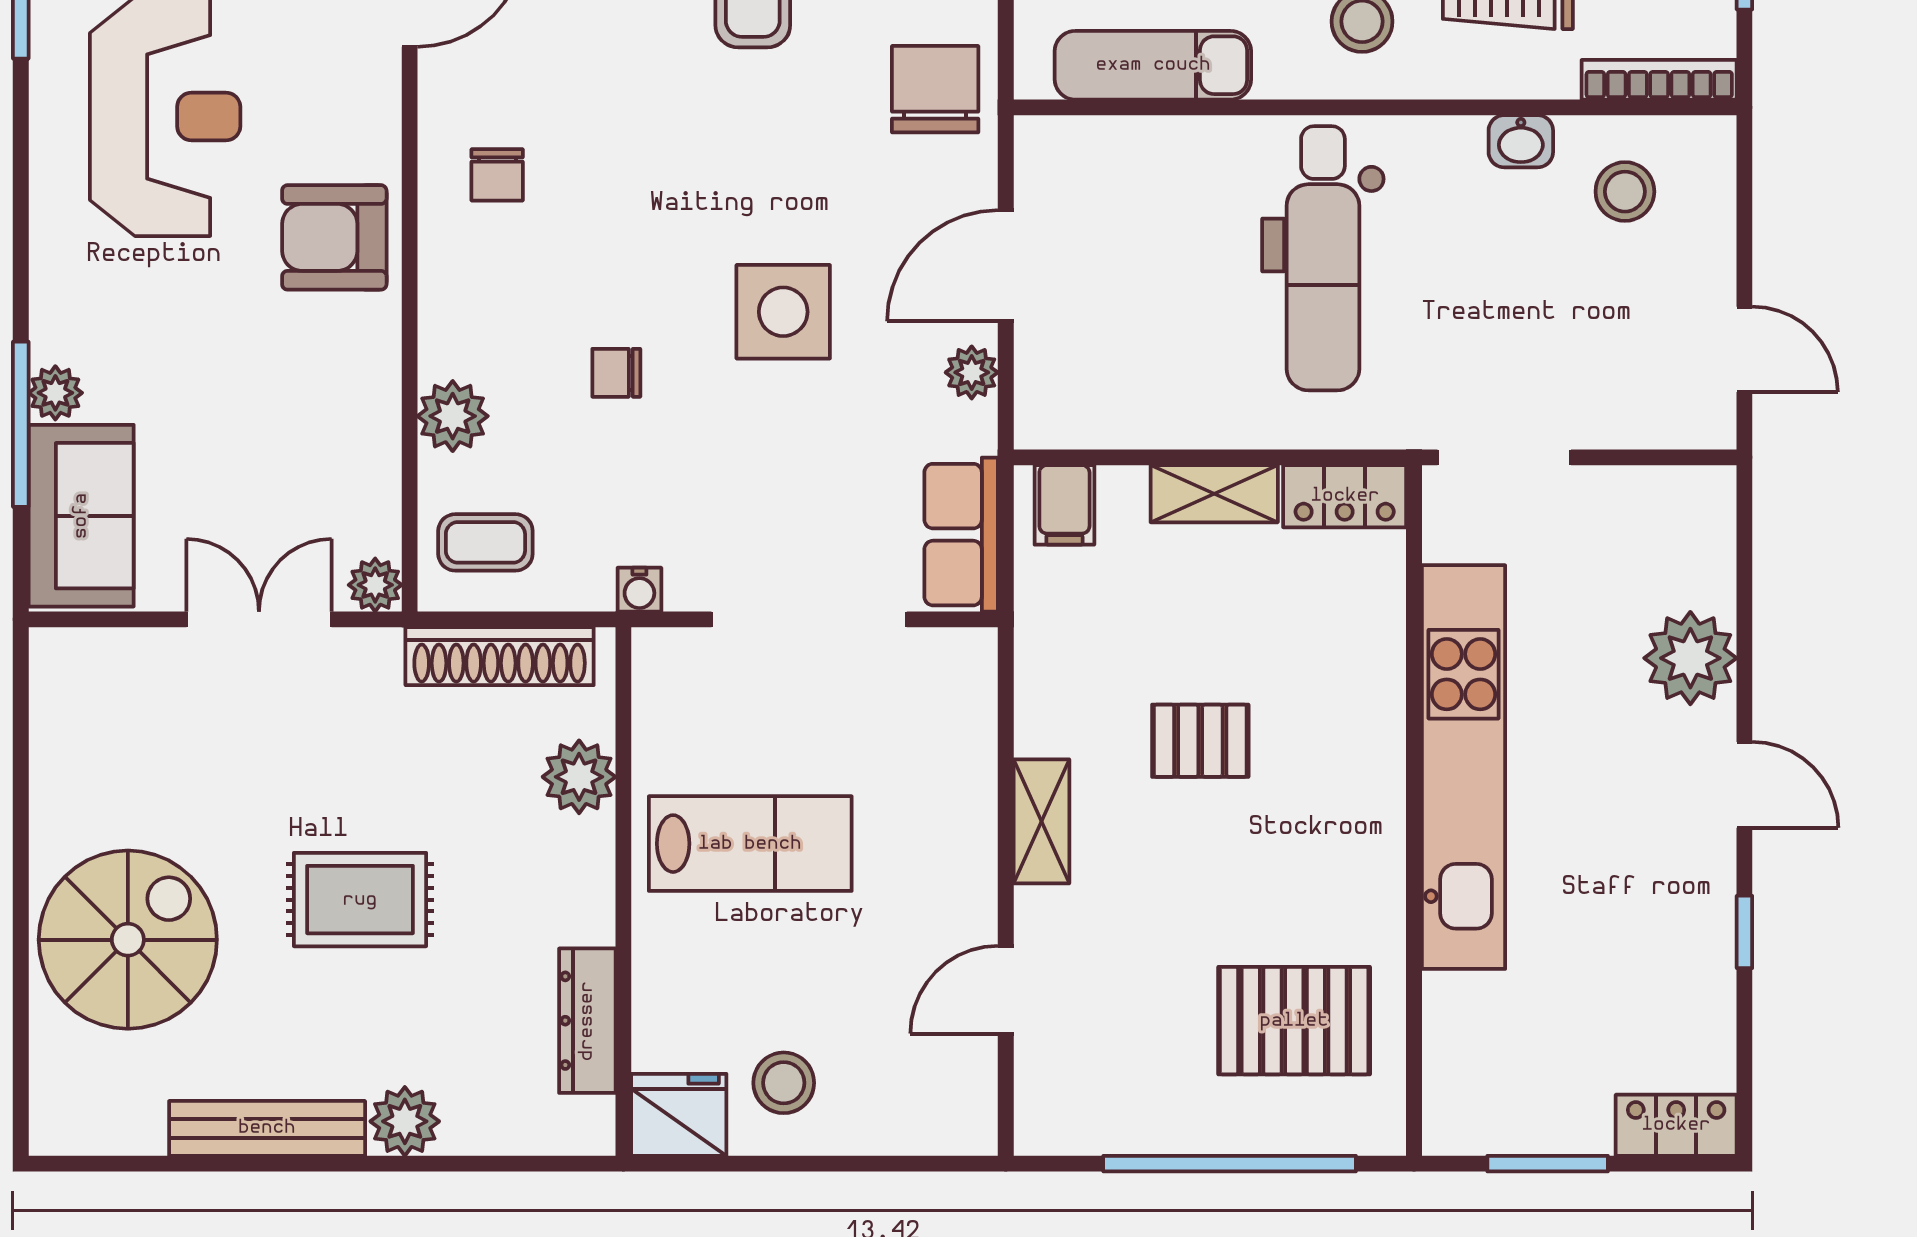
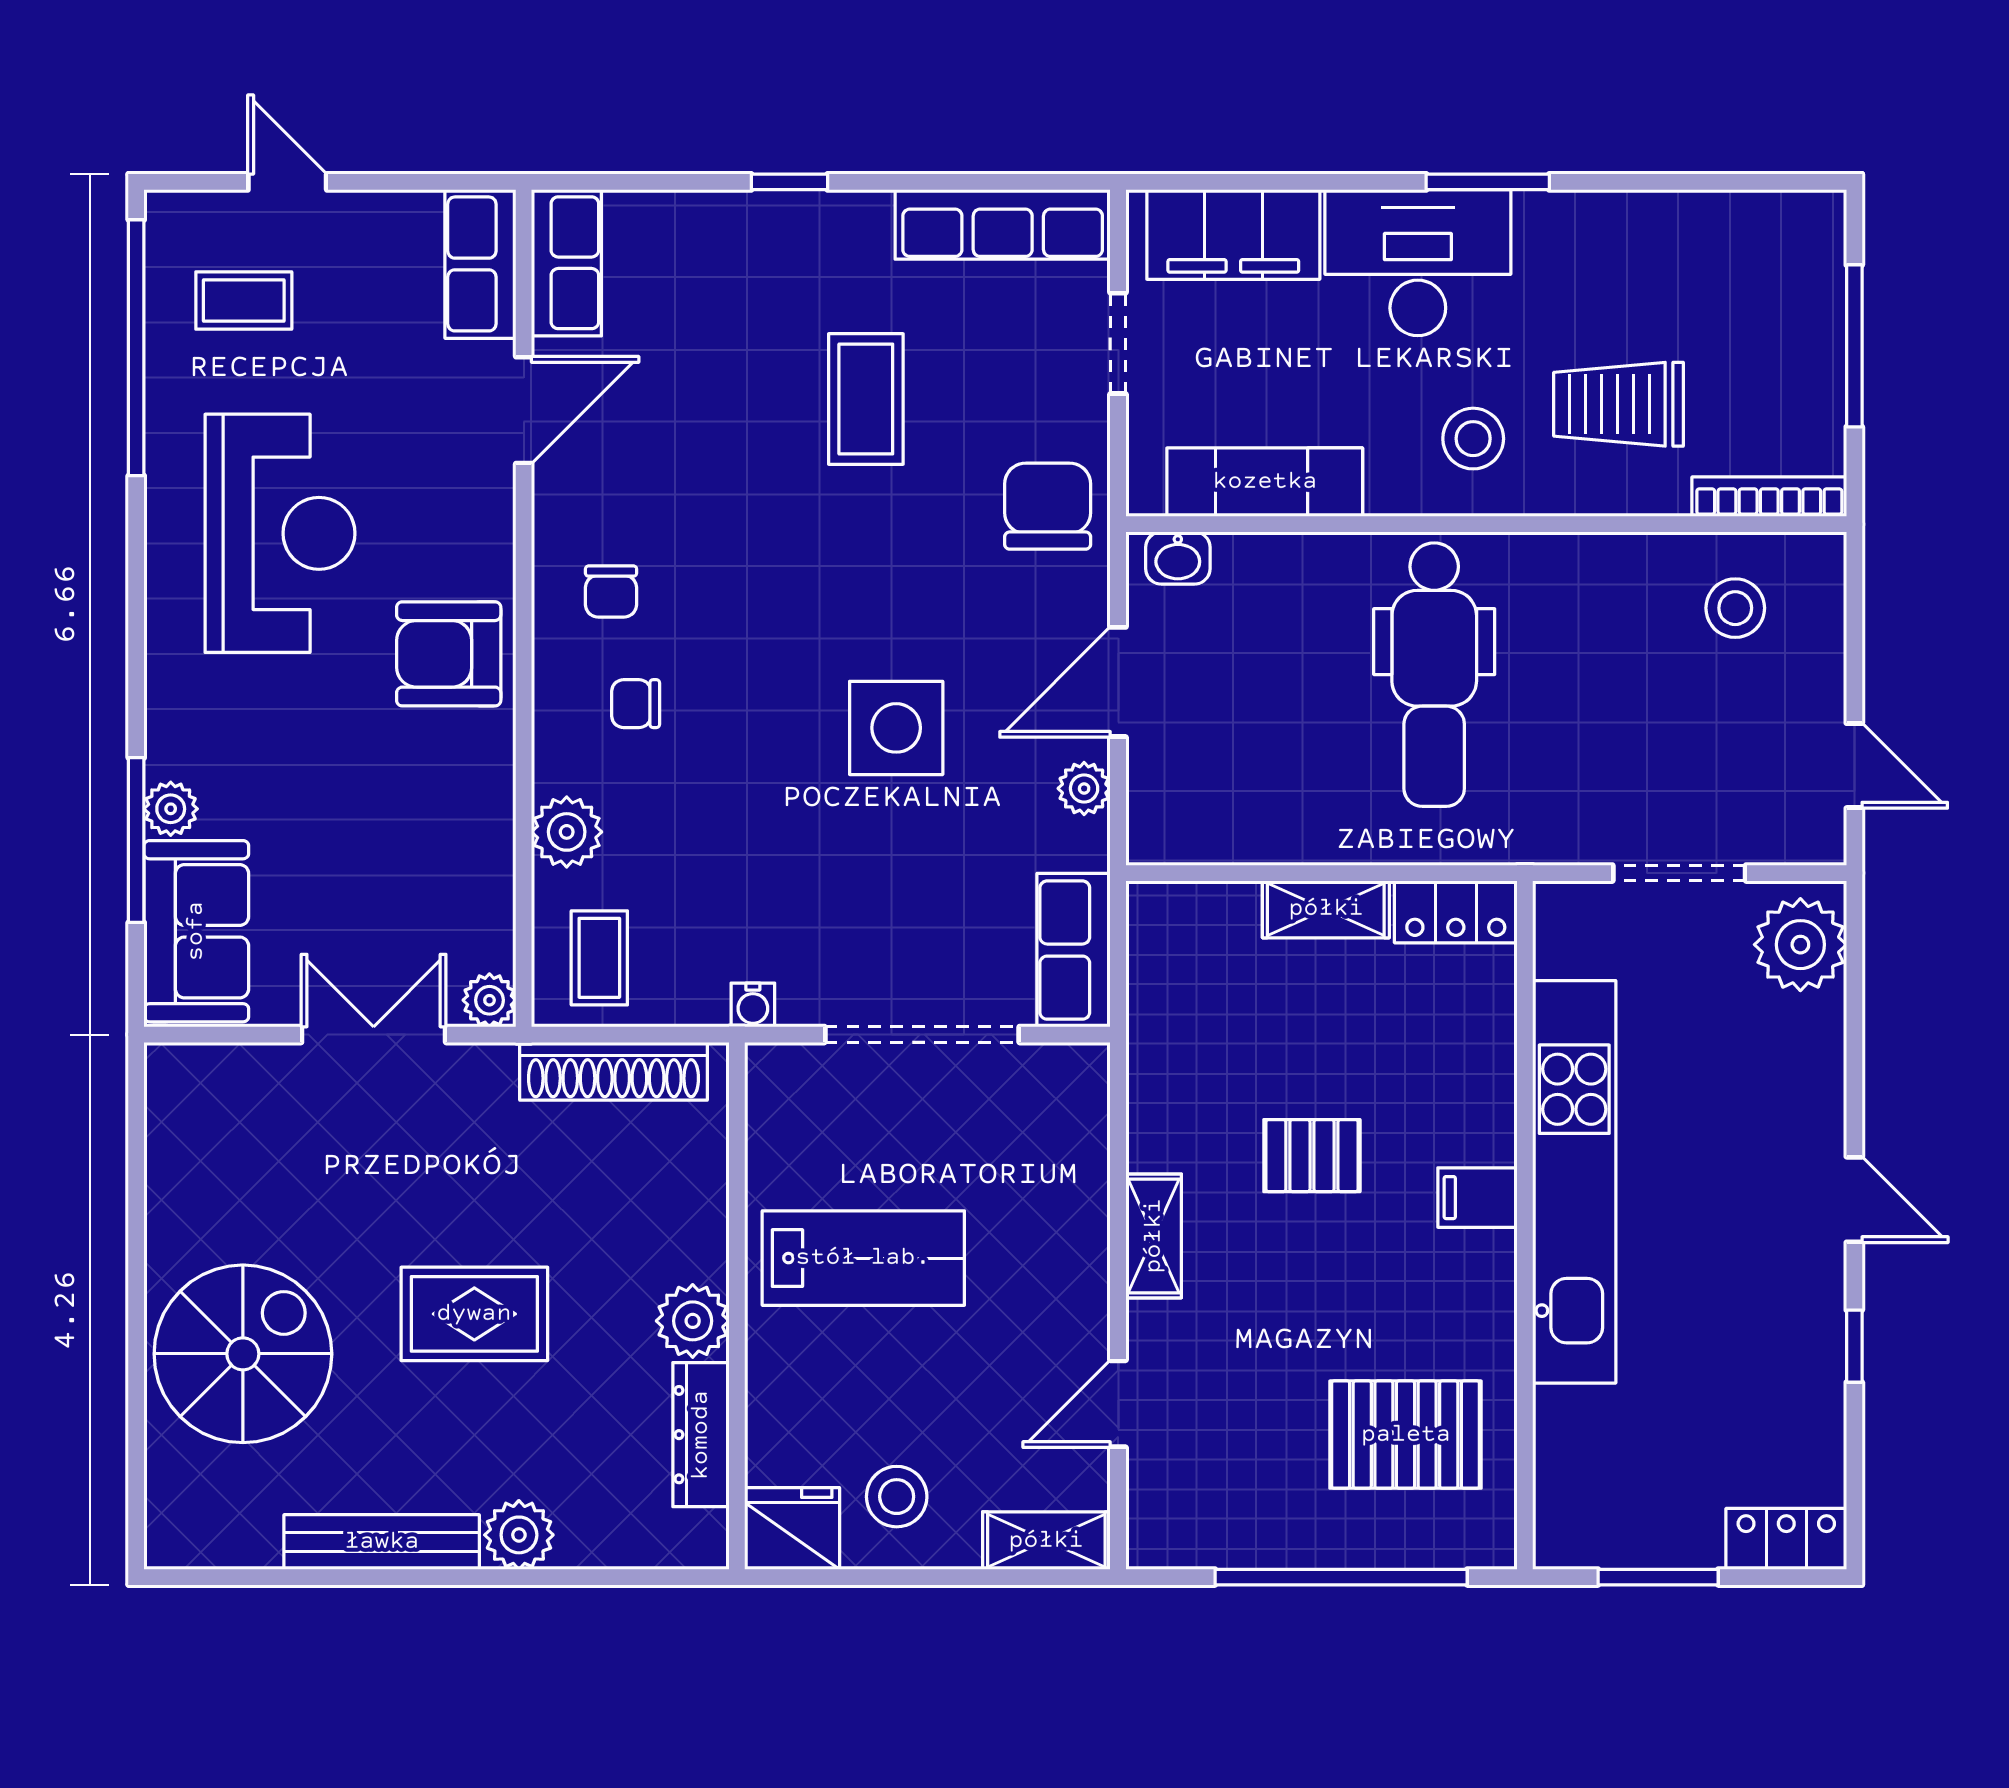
washbasin: (1521, 141) -> (1178, 558), moved
chair: (616, 373) -> (636, 704), moved
doorway: (1504, 457) -> (1679, 873), moved
filing cabinet: (1064, 505) -> (1478, 1198), moved, turned 90
coffee table: (485, 542) -> (599, 958), turned 90
plant: (1690, 658) -> (1800, 945), moved
plant: (579, 777) -> (693, 1321), moved
shelving: (934, 1127) -> (1046, 1541), added

